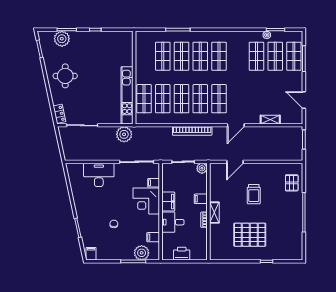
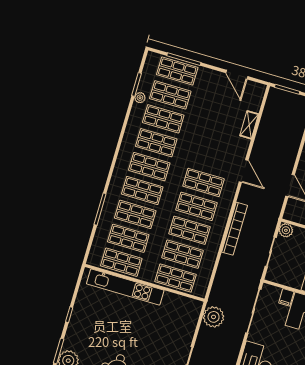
shop shelf: (144, 56) -> (121, 262), added
shop shelf: (238, 56) -> (156, 143), added
kitchen unit: (127, 95) -> (125, 287), moved
door: (304, 100) -> (237, 75), hinge flipped

